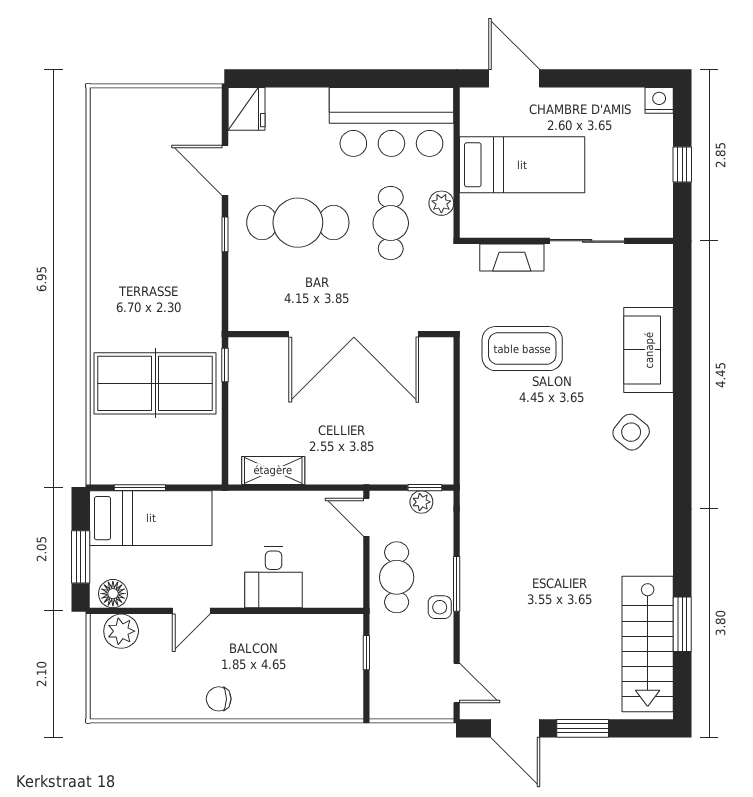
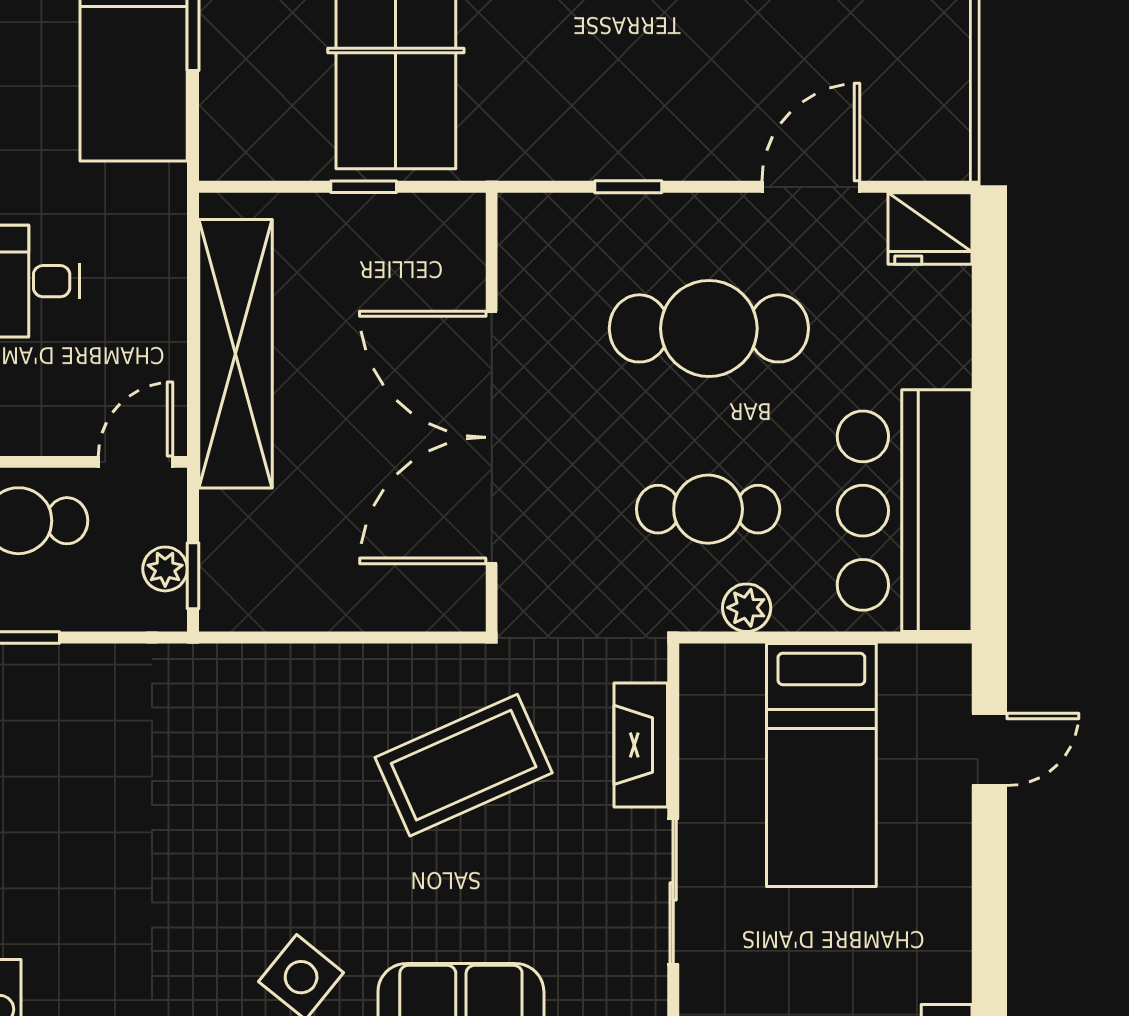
door: (514, 78) -> (989, 749), width x0.73
cafe table: (298, 223) -> (709, 328), turned 90
window: (225, 234) -> (628, 187), moved
coffee table: (522, 349) -> (464, 765), turned 66
window: (225, 365) -> (364, 187), moved
shelving: (273, 470) -> (236, 354), width x2.20, depth x1.33

